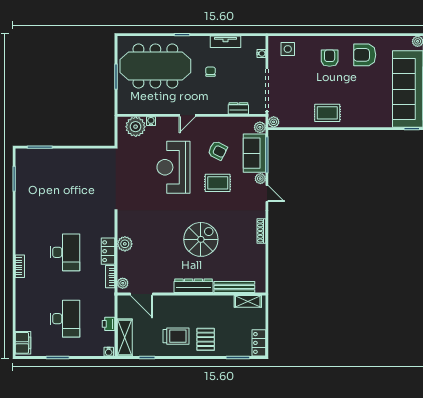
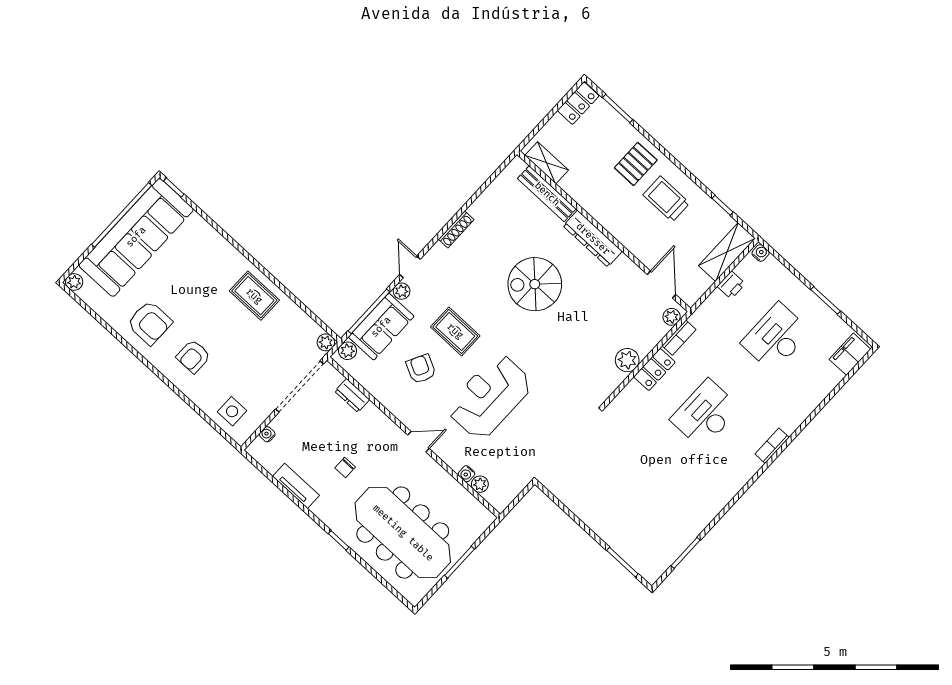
plant: (136, 127) -> (480, 484), width x0.53, depth x0.53
reception desk: (173, 167) -> (490, 397), turned 180

